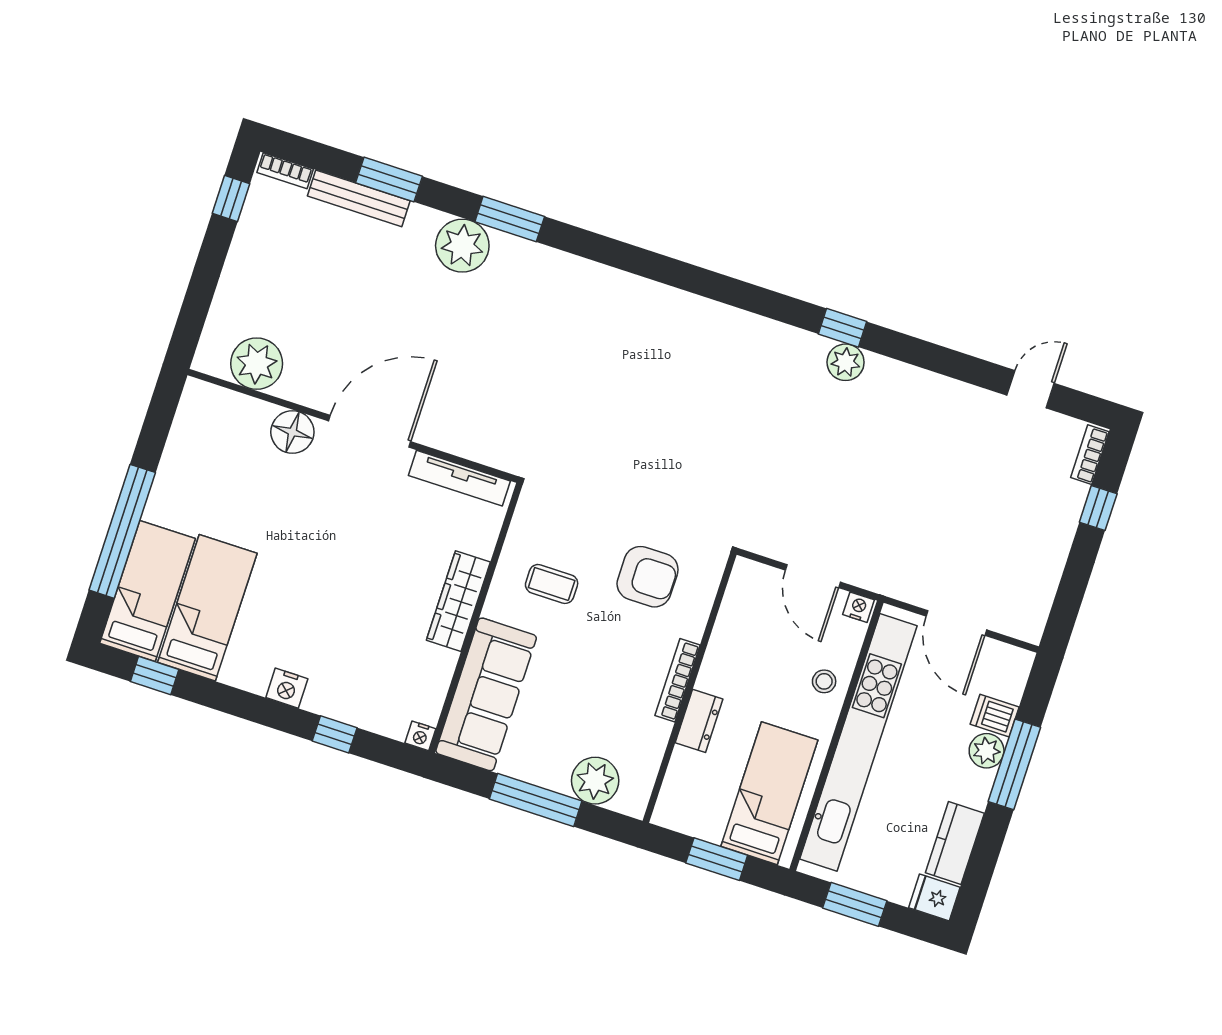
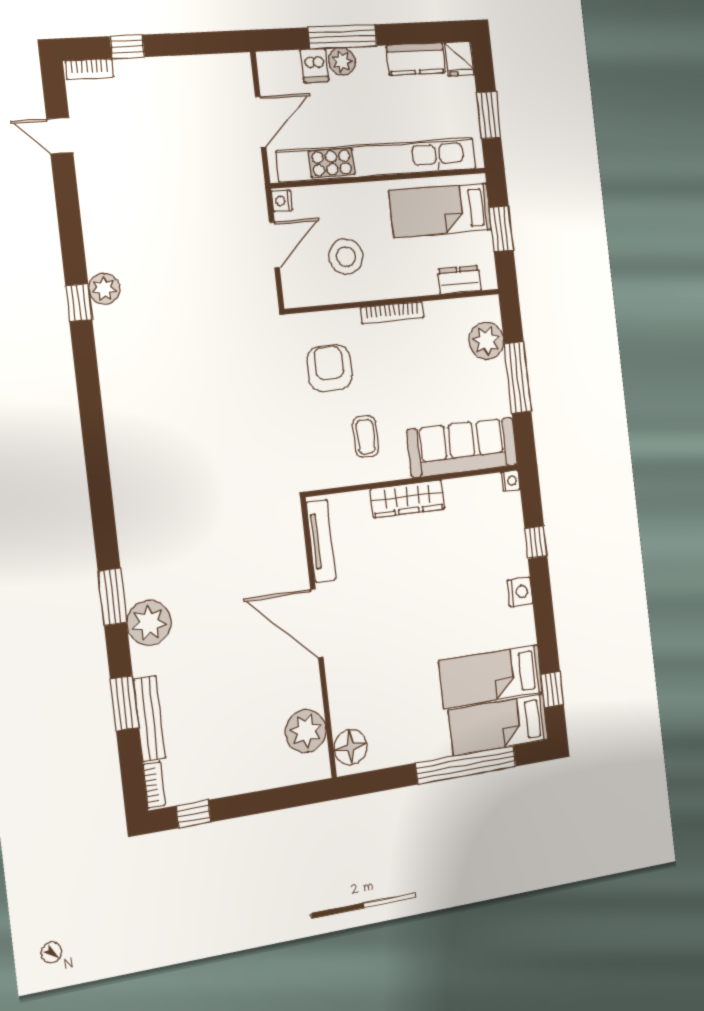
floor lamp: (292, 432) -> (350, 747), moved
stool: (824, 681) -> (346, 257), moved, width x1.89, depth x1.89
dresser: (699, 721) -> (459, 280), moved

